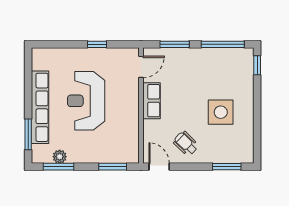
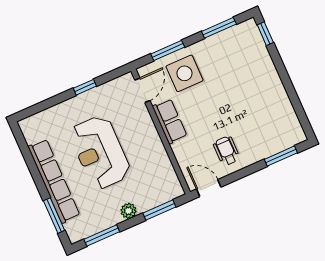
window: (223, 44) -> (219, 28), width x0.69
side table: (221, 112) -> (184, 73), moved
wheelchair: (186, 144) -> (227, 151), turned 46
plant: (60, 157) -> (128, 211), moved

